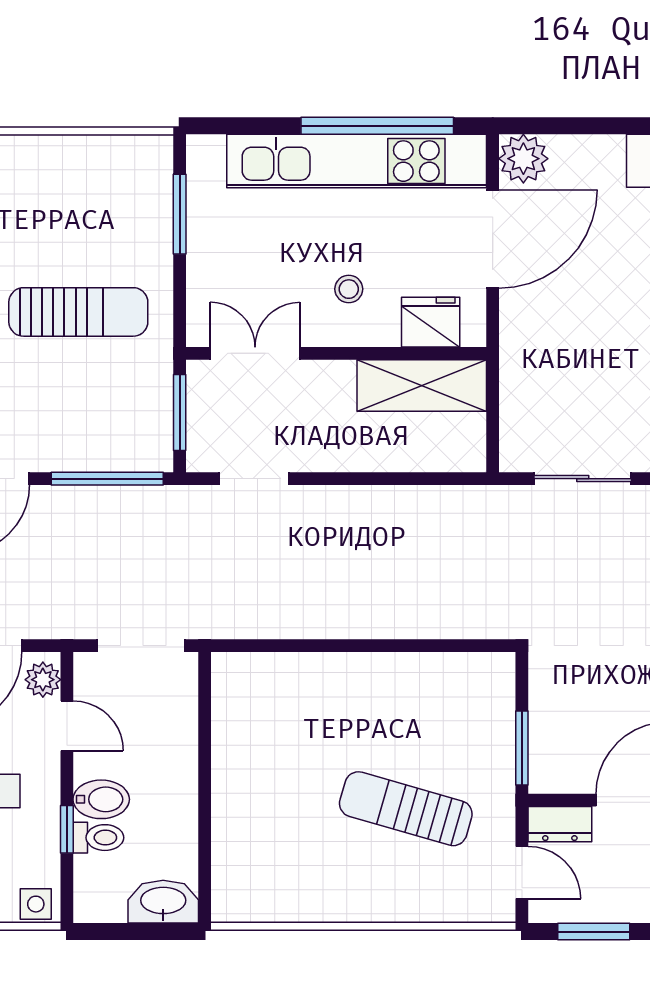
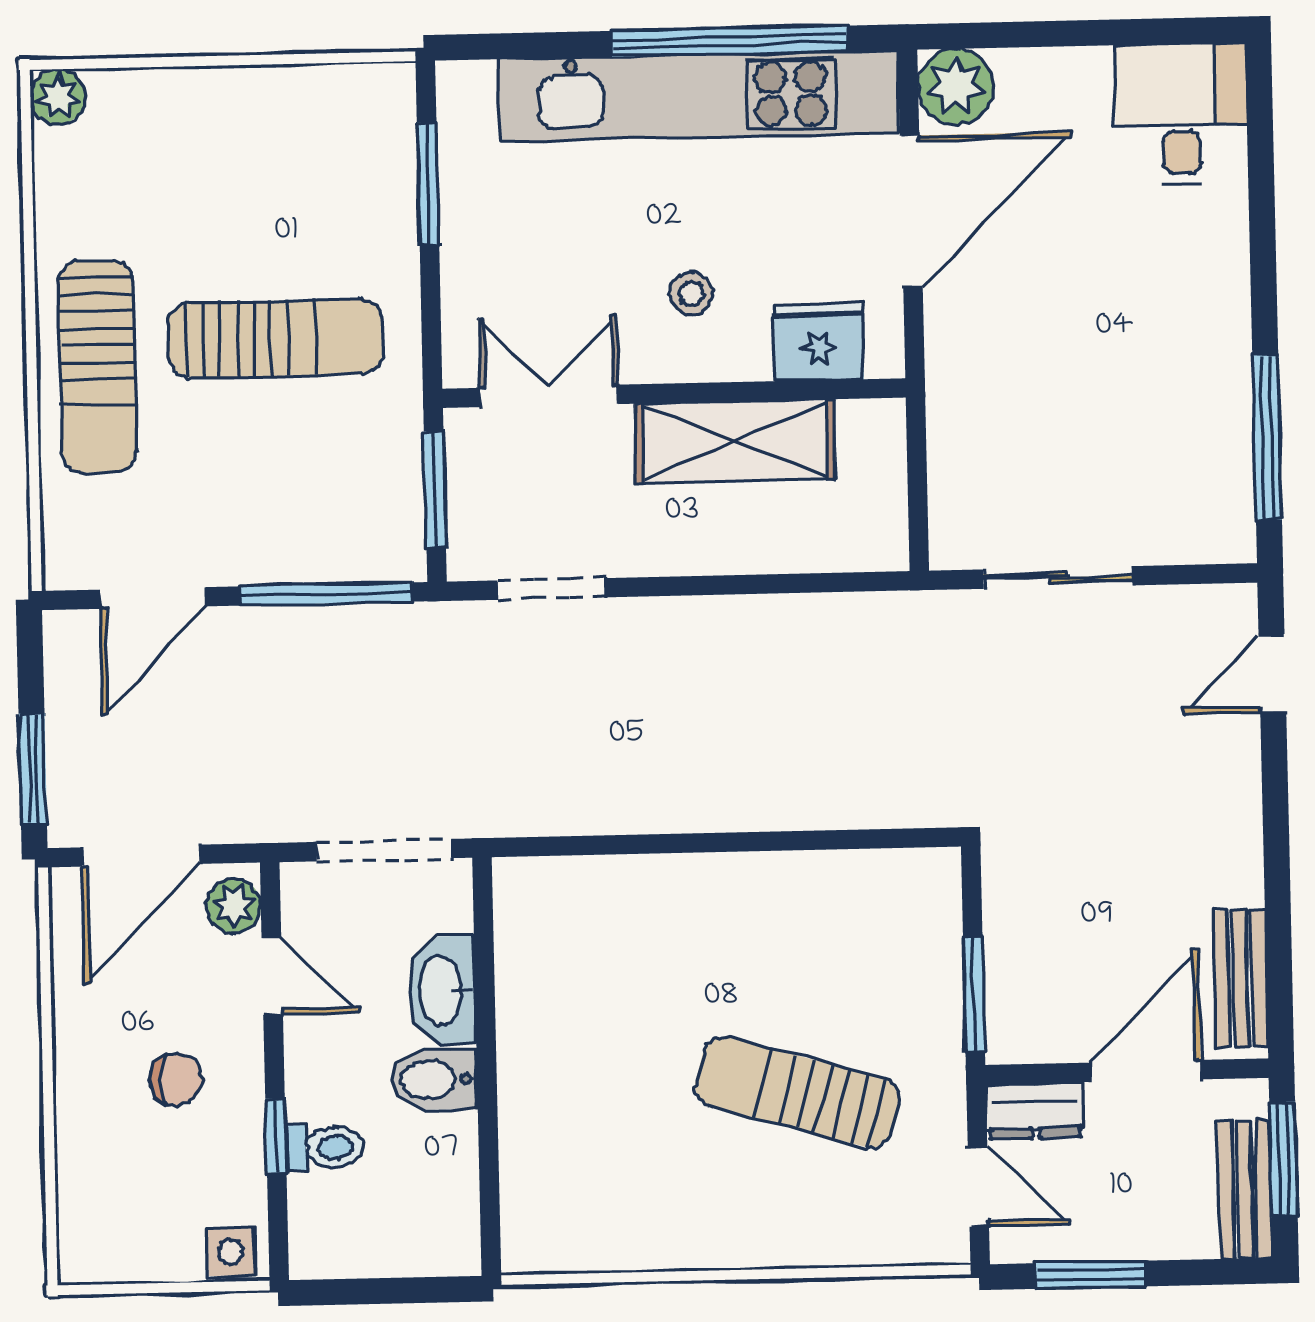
shelving: (422, 385) -> (735, 441), moved
bidet: (101, 799) -> (434, 1080), moved, turned 180
washbasin: (163, 902) -> (442, 990), moved, turned -90

